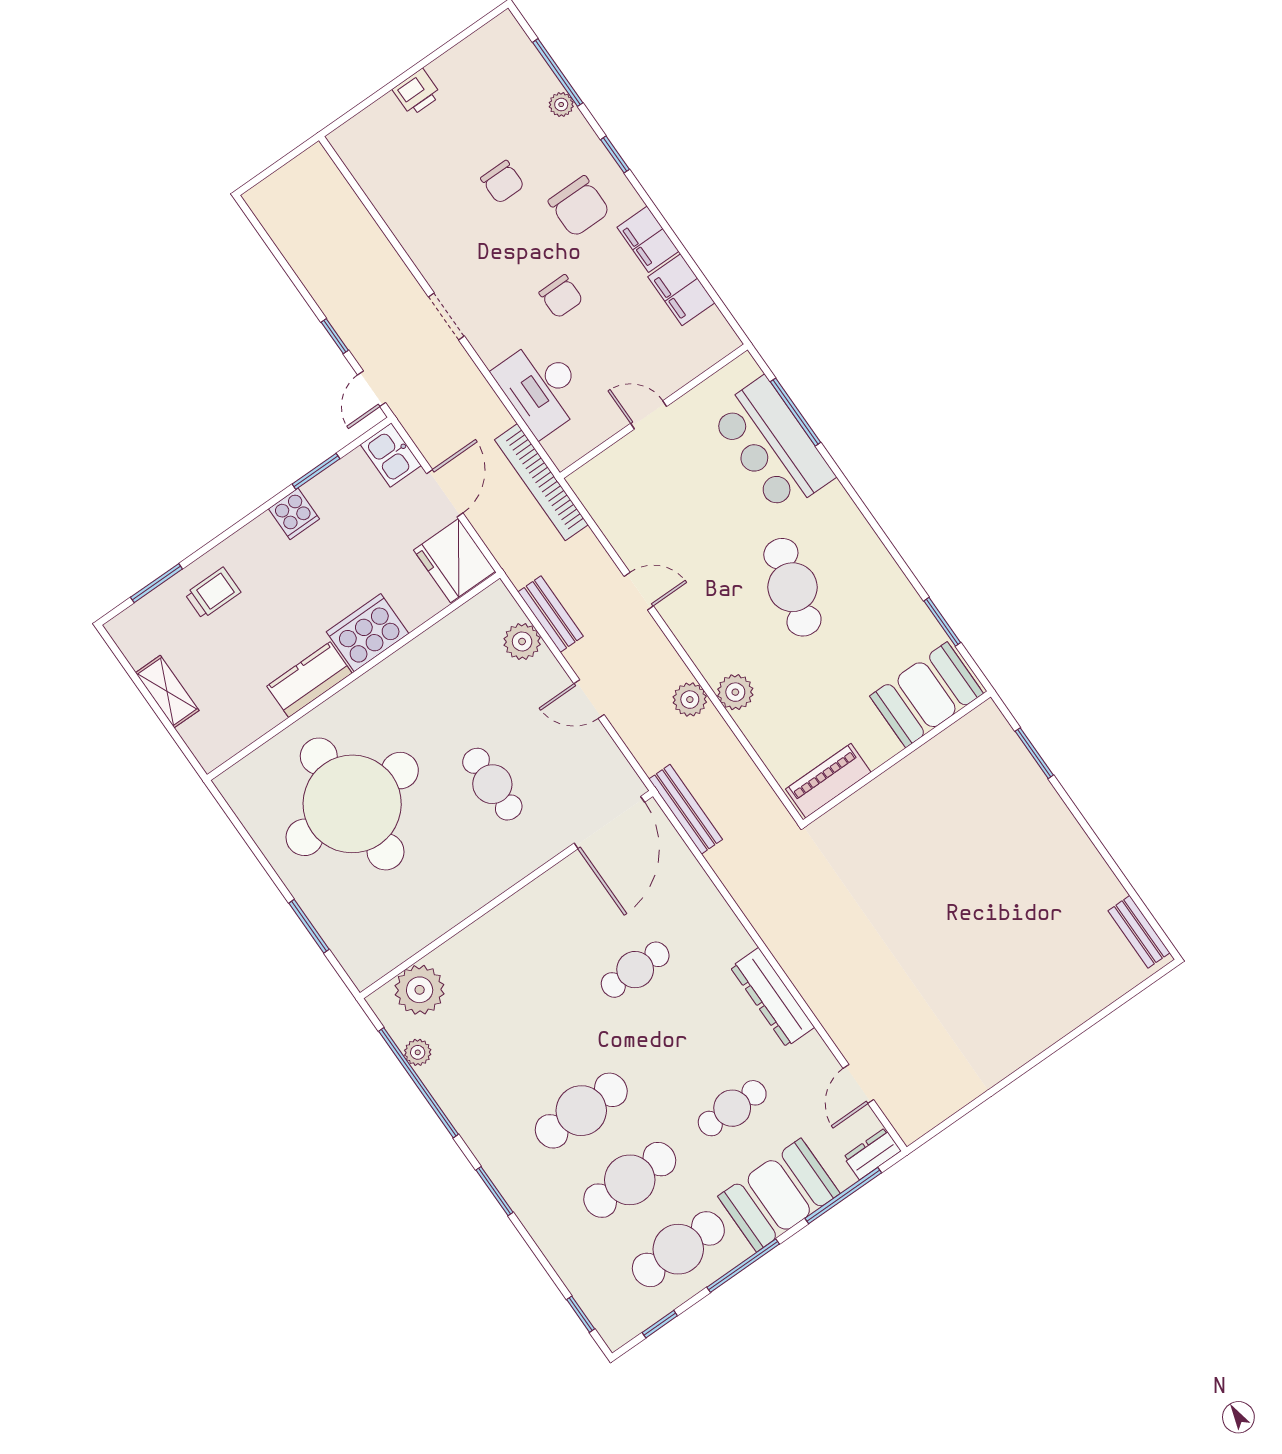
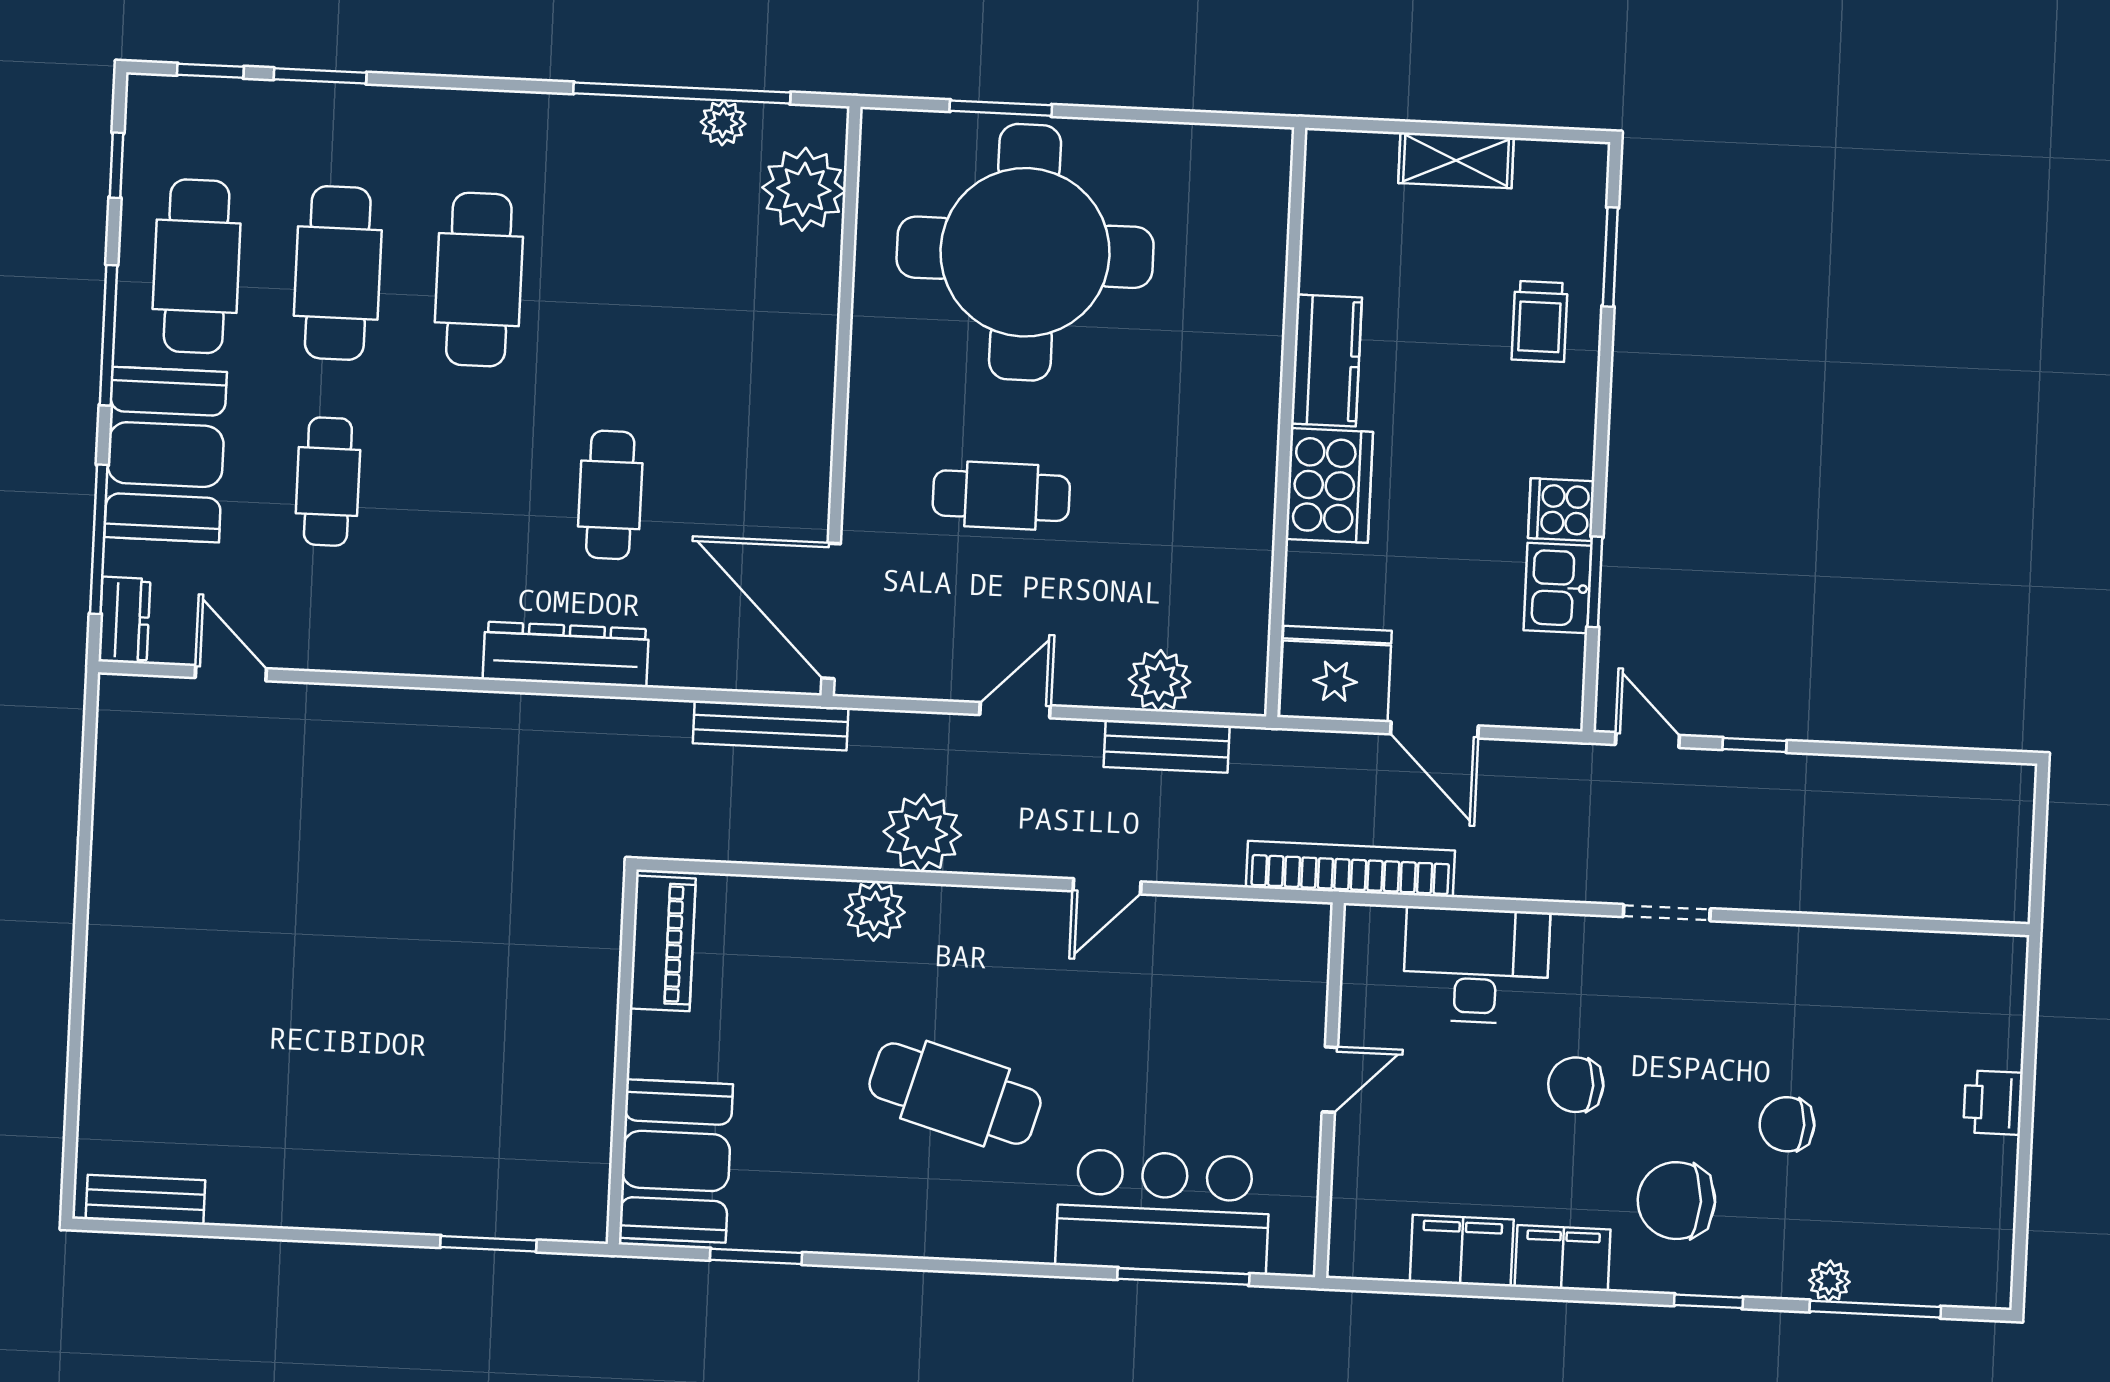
kitchen sink: (391, 455) -> (1557, 588), moved, turned -90
plant: (690, 700) -> (922, 833), width x1.36, depth x1.36
round table: (352, 804) -> (1025, 252), moved
dresser: (772, 997) -> (566, 654), moved
window: (494, 1191) -> (320, 76), moved

